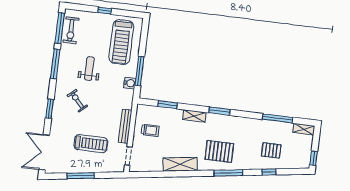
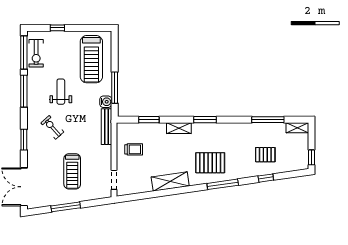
window: (105, 11) -> (57, 28), moved
bench: (125, 126) -> (107, 127), moved
treadmill: (91, 144) -> (72, 171), turned 90

